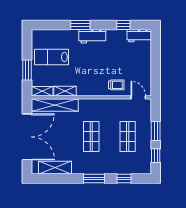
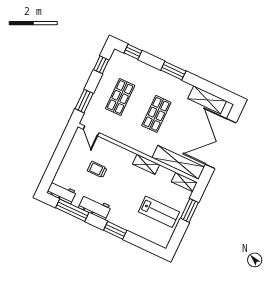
window: (123, 25) -> (72, 210), width x2.17
workbench: (92, 36) -> (95, 207), moved
trolley: (116, 85) -> (97, 169), moved
shelving: (65, 91) -> (146, 164), moved
window: (156, 131) -> (84, 101), moved
window: (124, 179) -> (133, 52), moved

